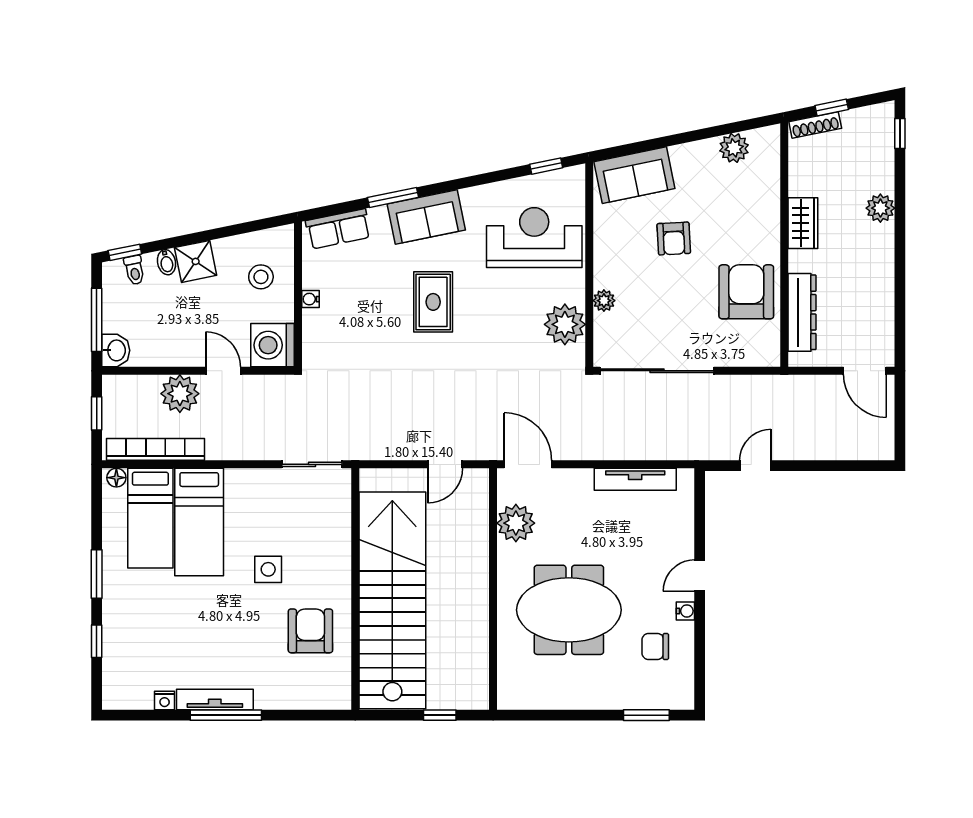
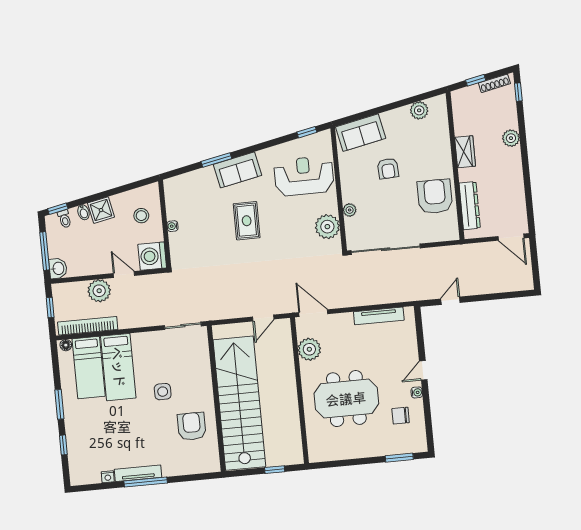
shoe rack: (815, 125) -> (494, 83), moved
row of seats: (338, 229) -> (185, 182), removed

